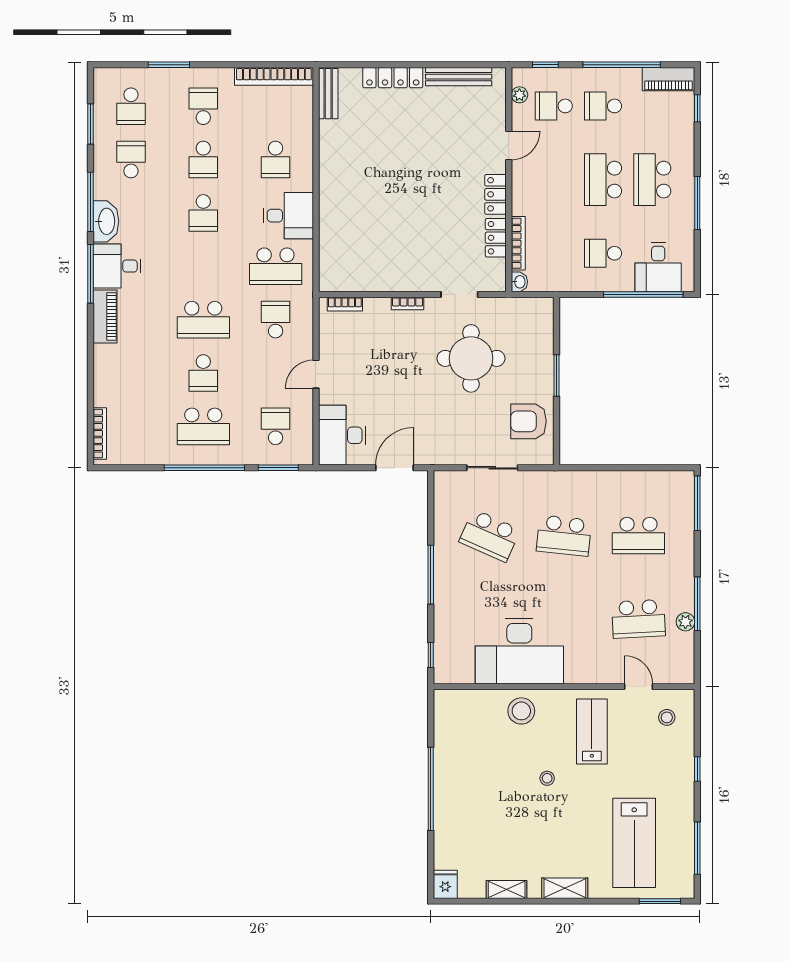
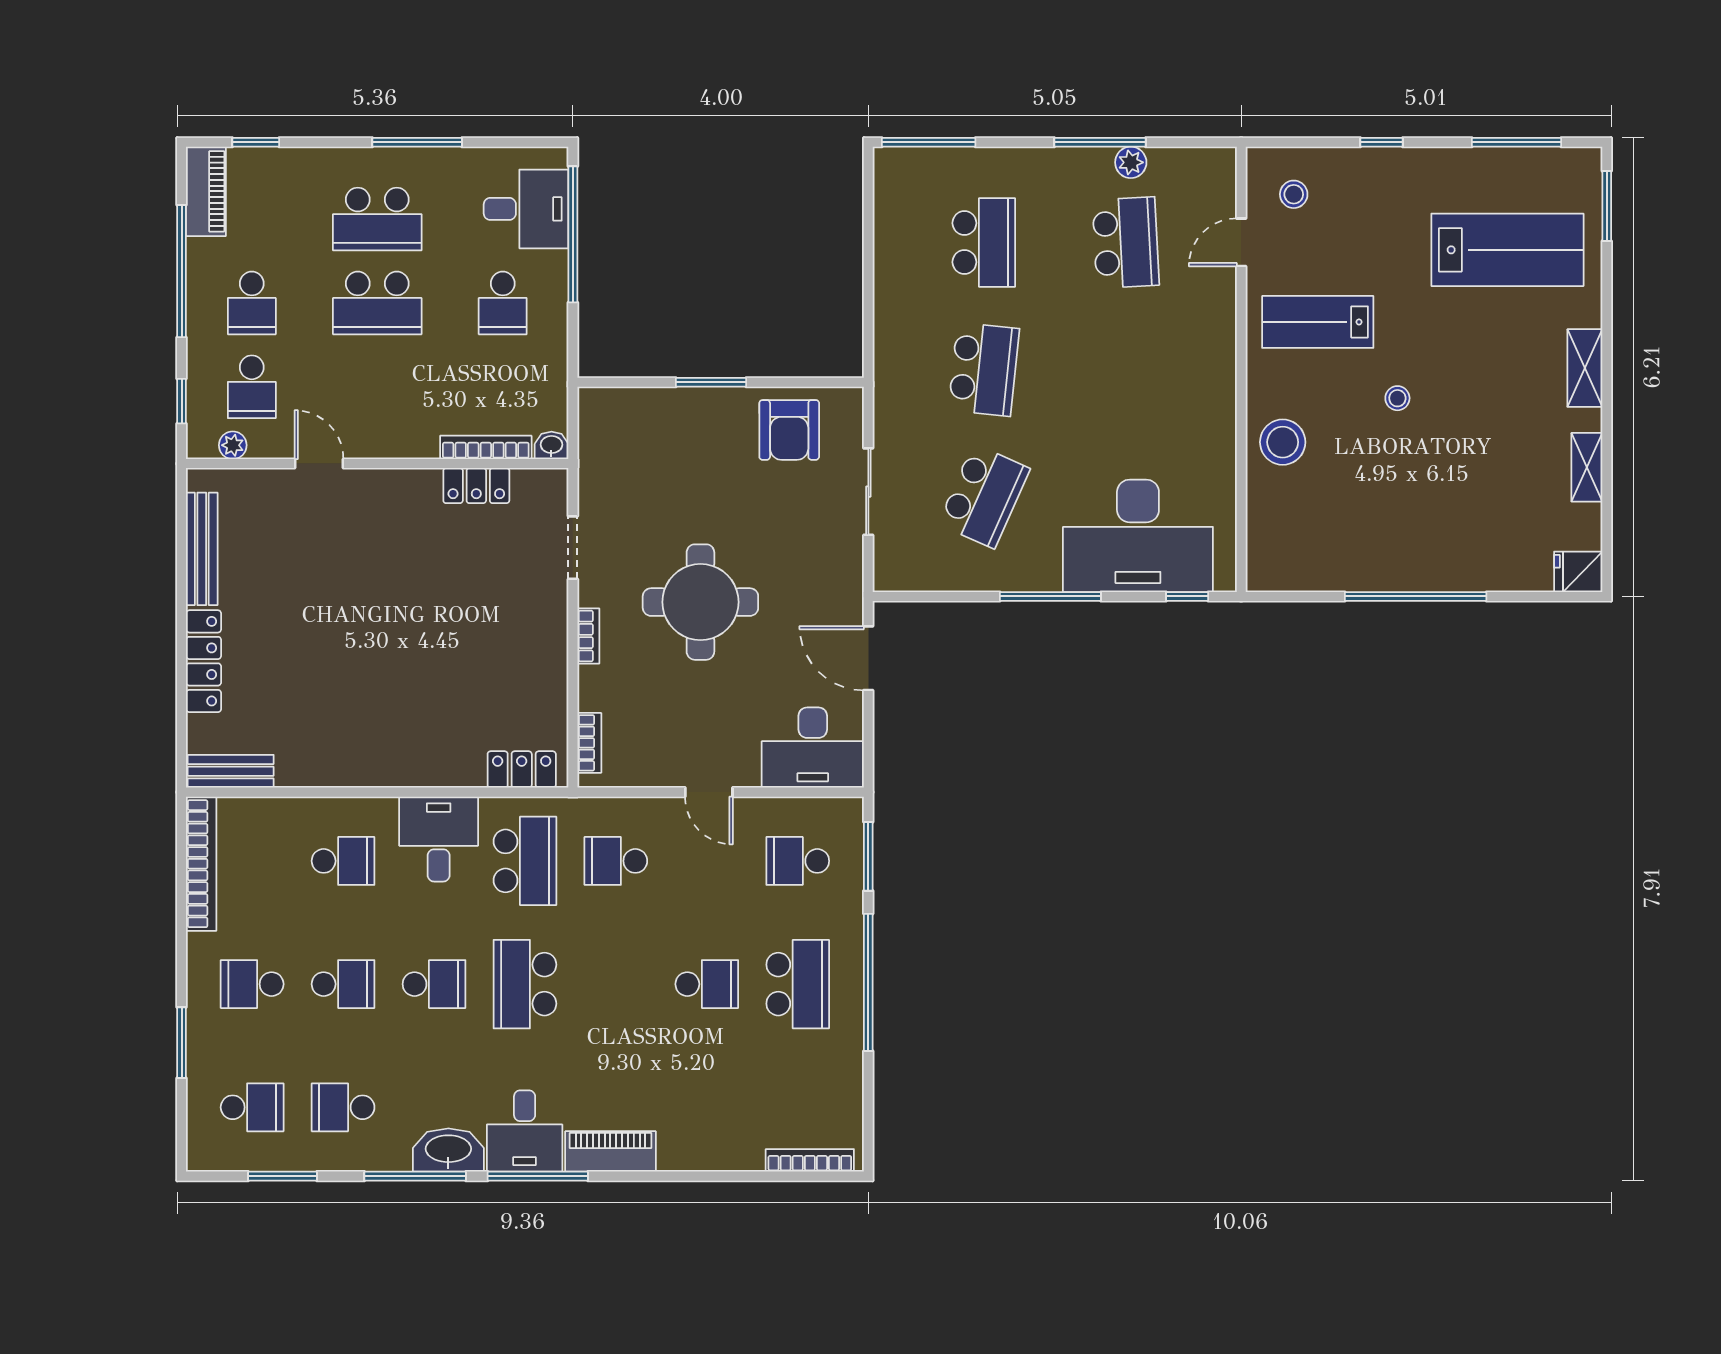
locker: (495, 194) -> (522, 769), moved, turned 180
school desk: (203, 320) -> (525, 984), moved, turned 180
round table: (471, 358) -> (700, 602), moved
desk: (519, 651) -> (1138, 536), moved, turned 90

